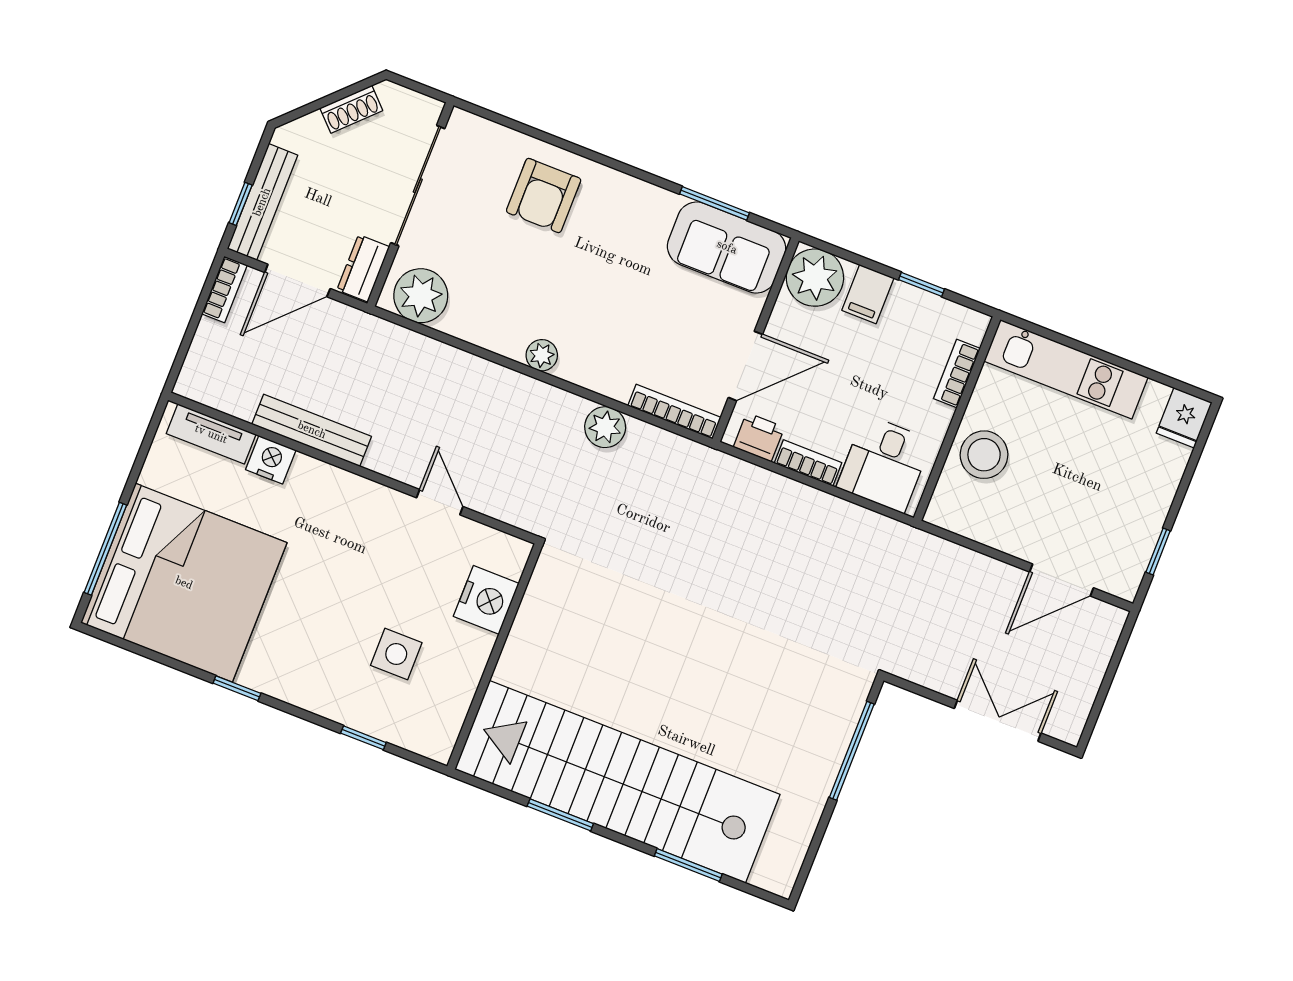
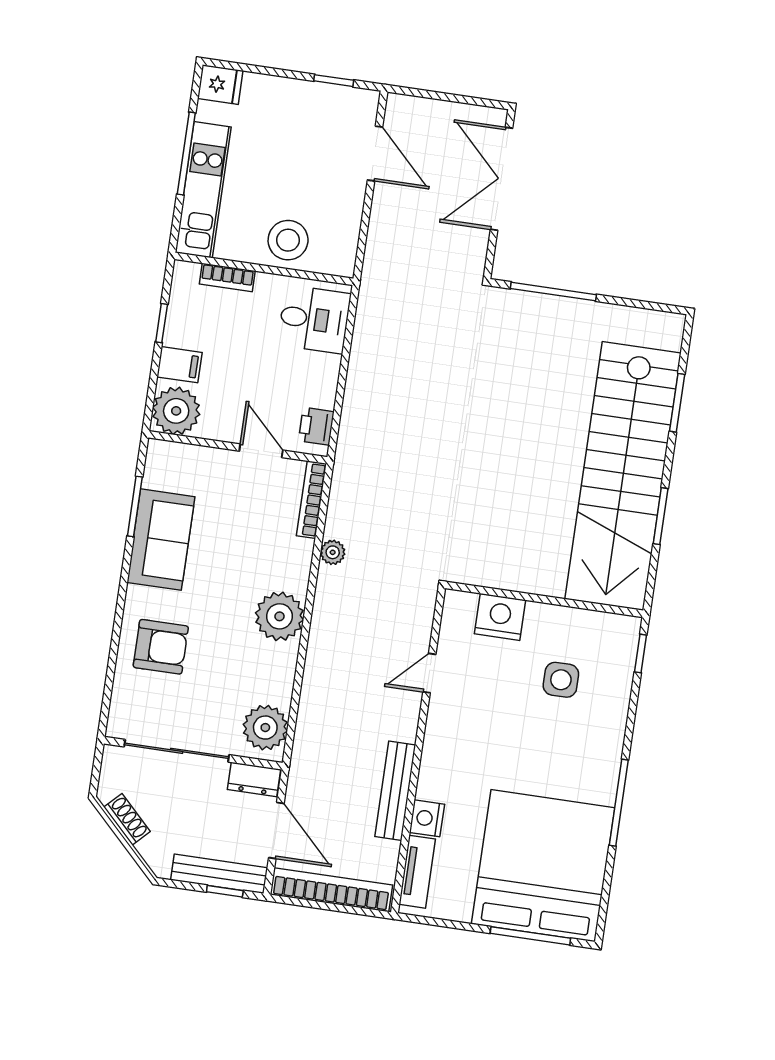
sofa: (727, 247) -> (161, 540), moved
bookcase: (225, 289) -> (331, 890), width x2.31, depth x1.31
plant: (542, 355) -> (280, 616), width x1.88, depth x1.88
window: (1113, 359) -> (186, 154), added
door: (745, 366) -> (261, 451), width x0.73
plant: (605, 427) -> (333, 552), width x0.73, depth x0.73
bookcase: (808, 463) -> (328, 381), removed
window: (237, 688) -> (619, 803), width x2.17
double door: (998, 721) -> (502, 179), width x1.37
window: (363, 738) -> (641, 653), moved

